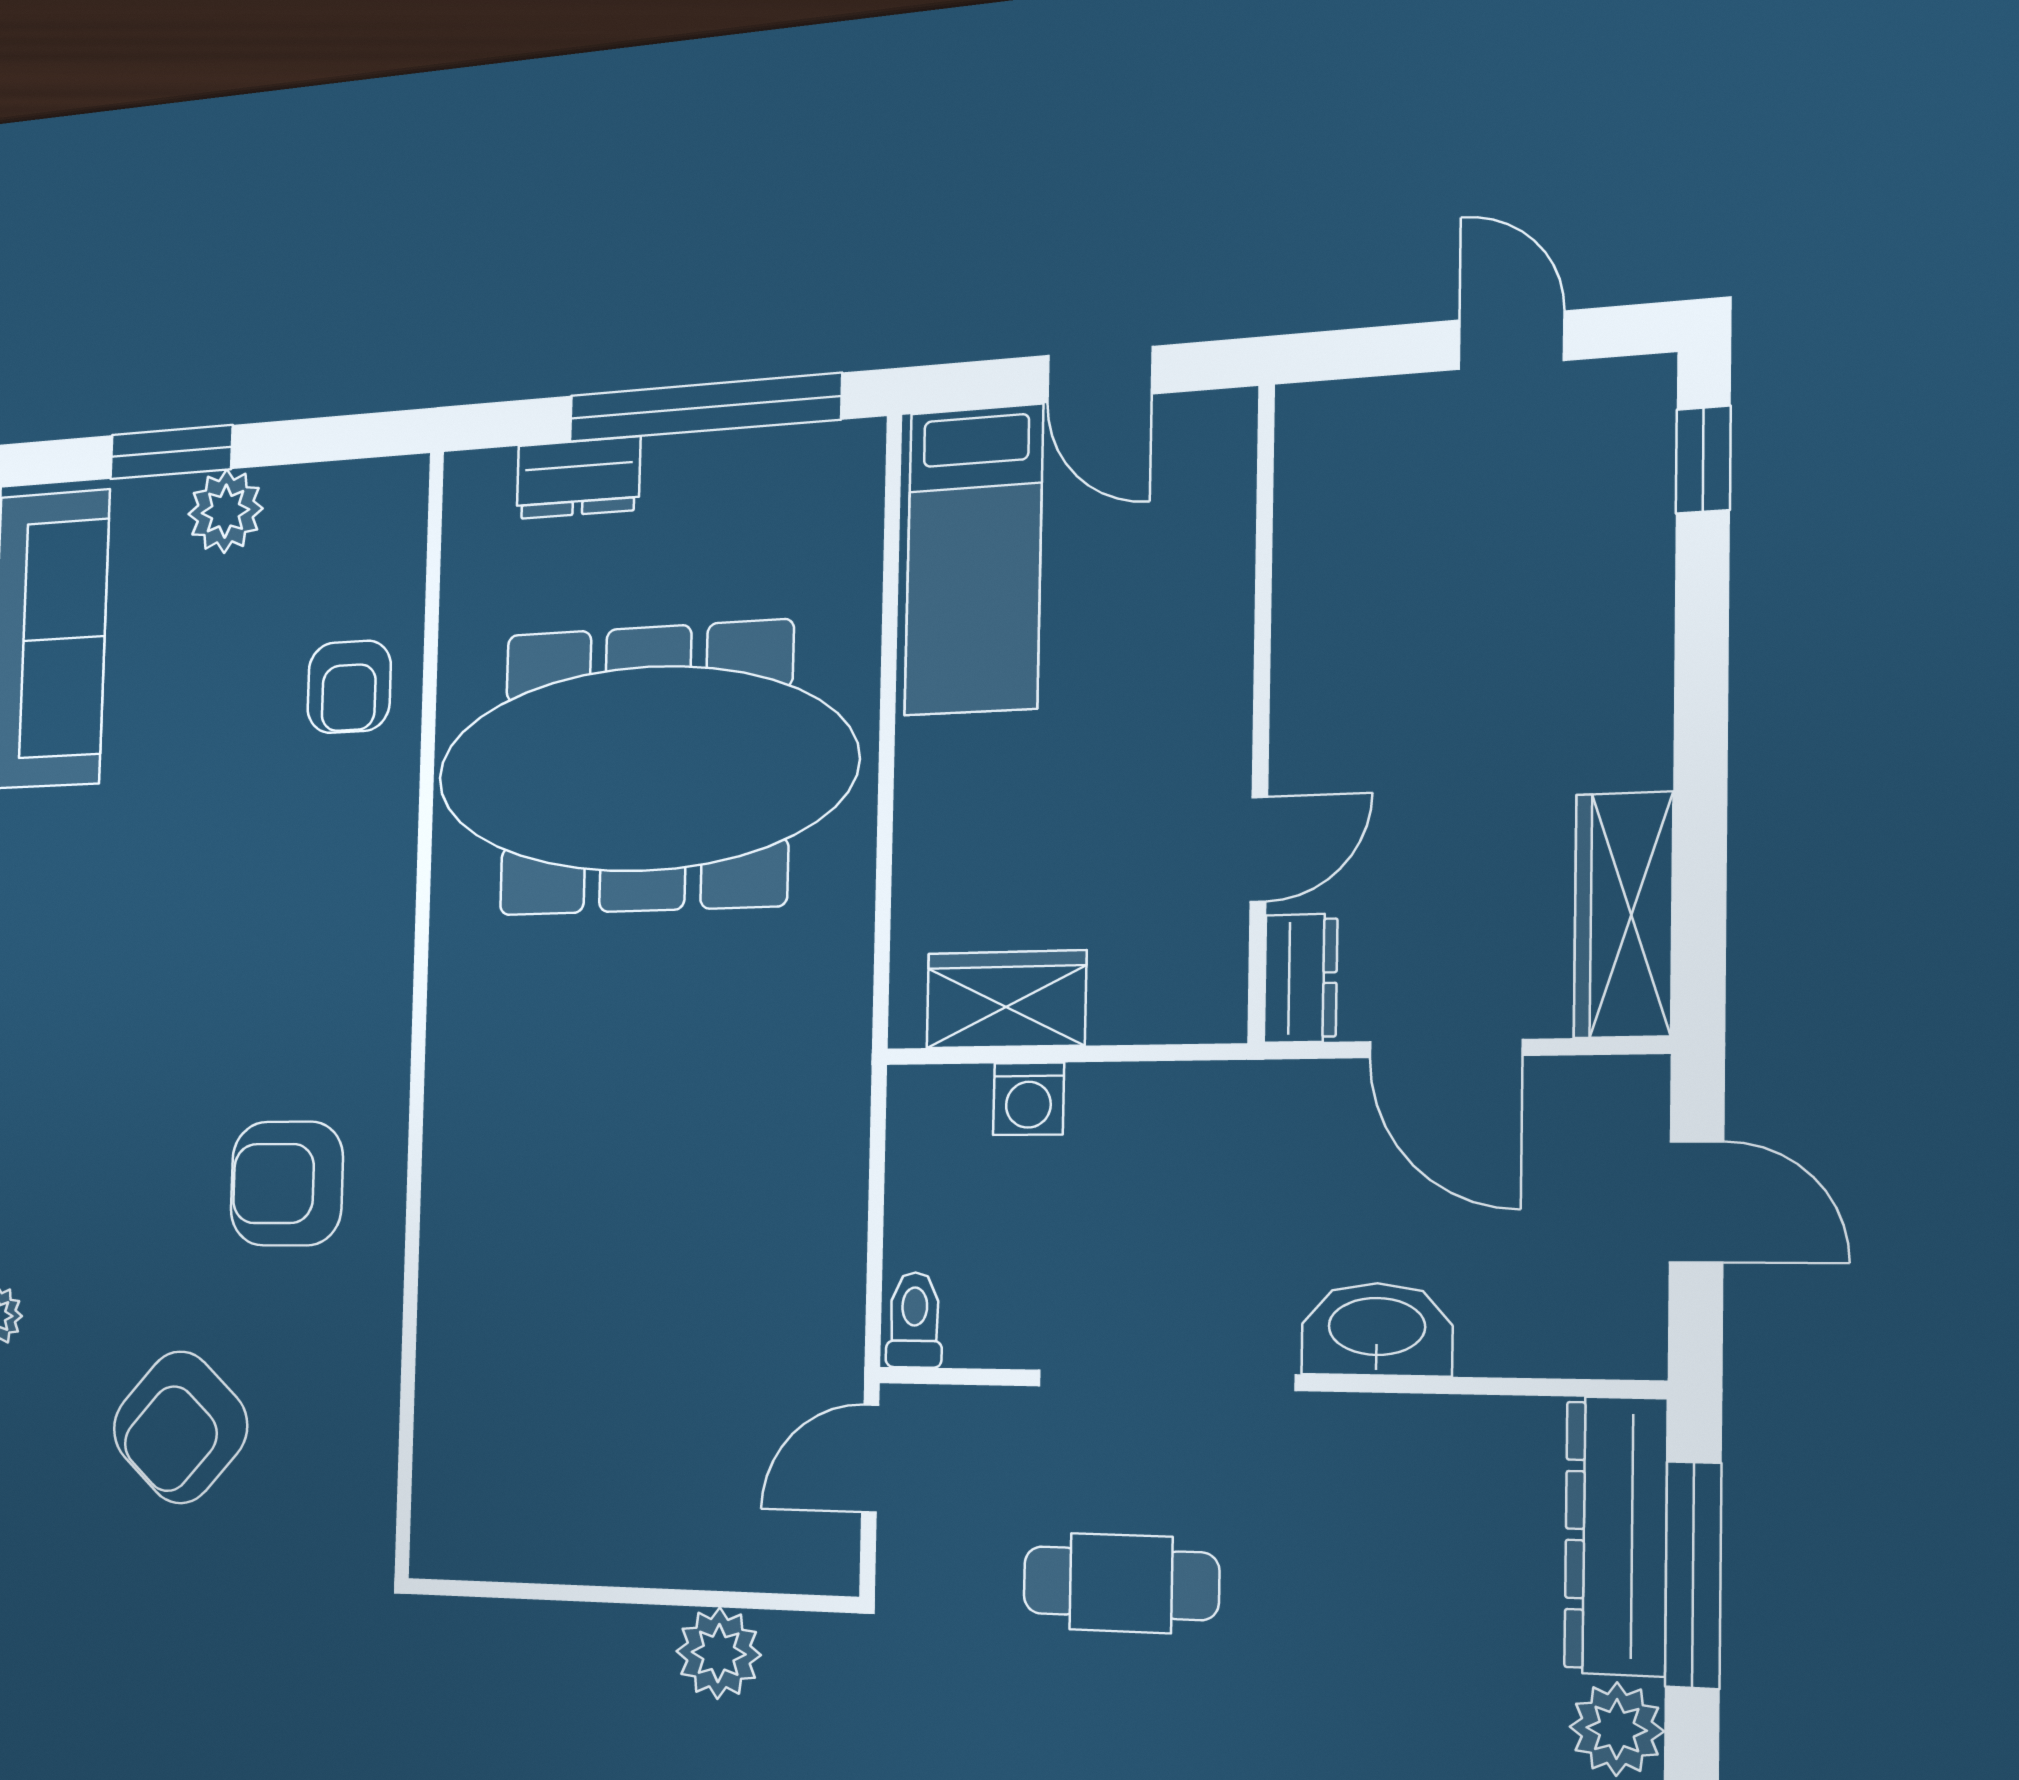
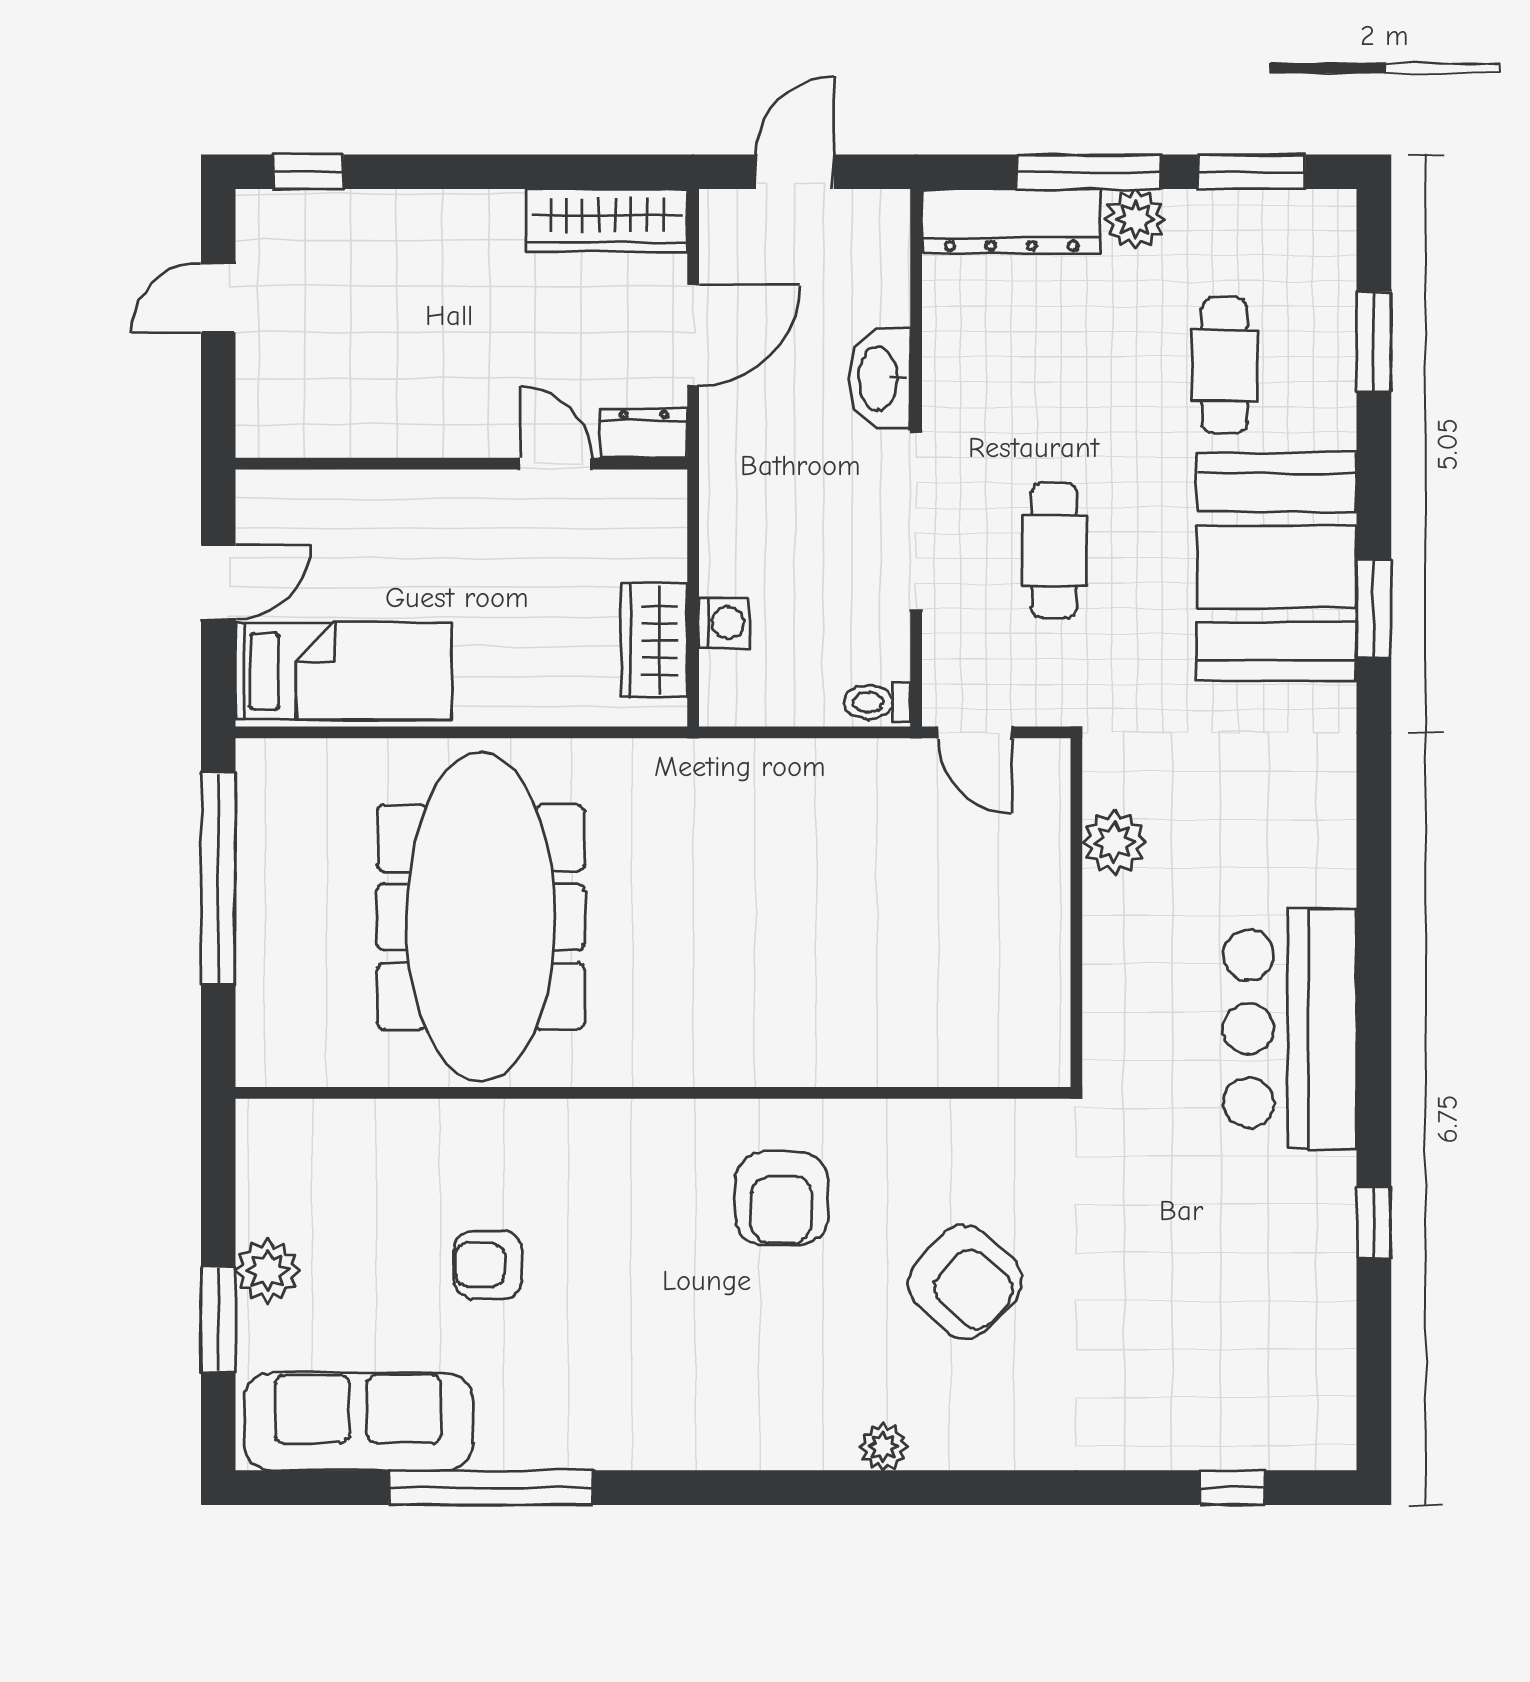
dresser: (578, 478) -> (263, 977), removed
armchair: (349, 687) -> (488, 1265), moved, turned 180
window: (1693, 1575) -> (1089, 172), moved

